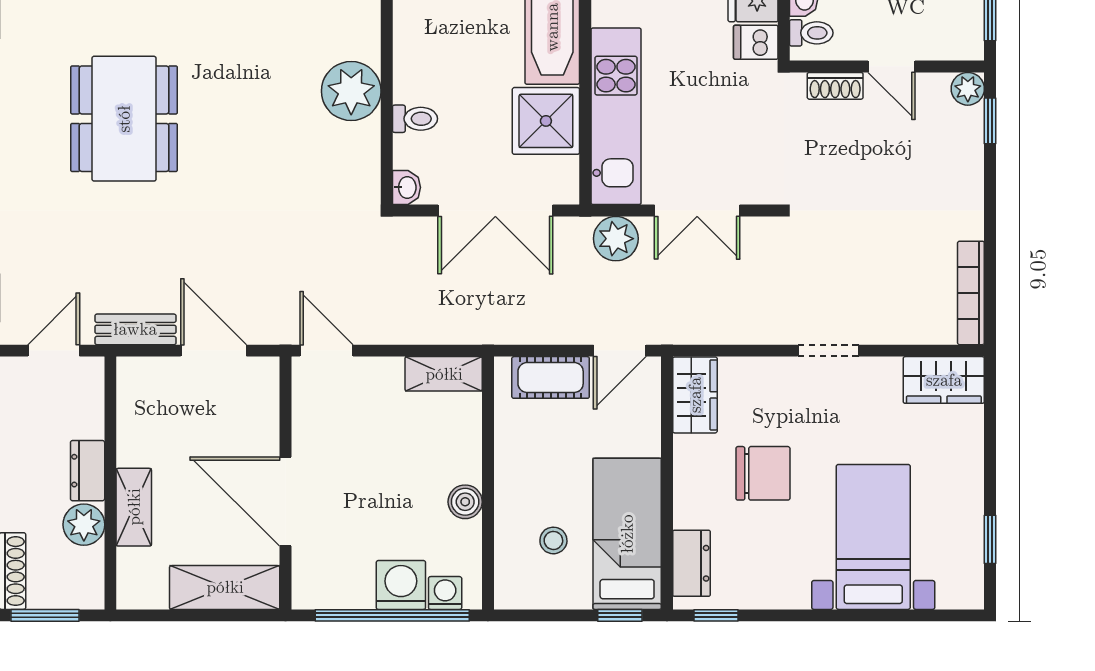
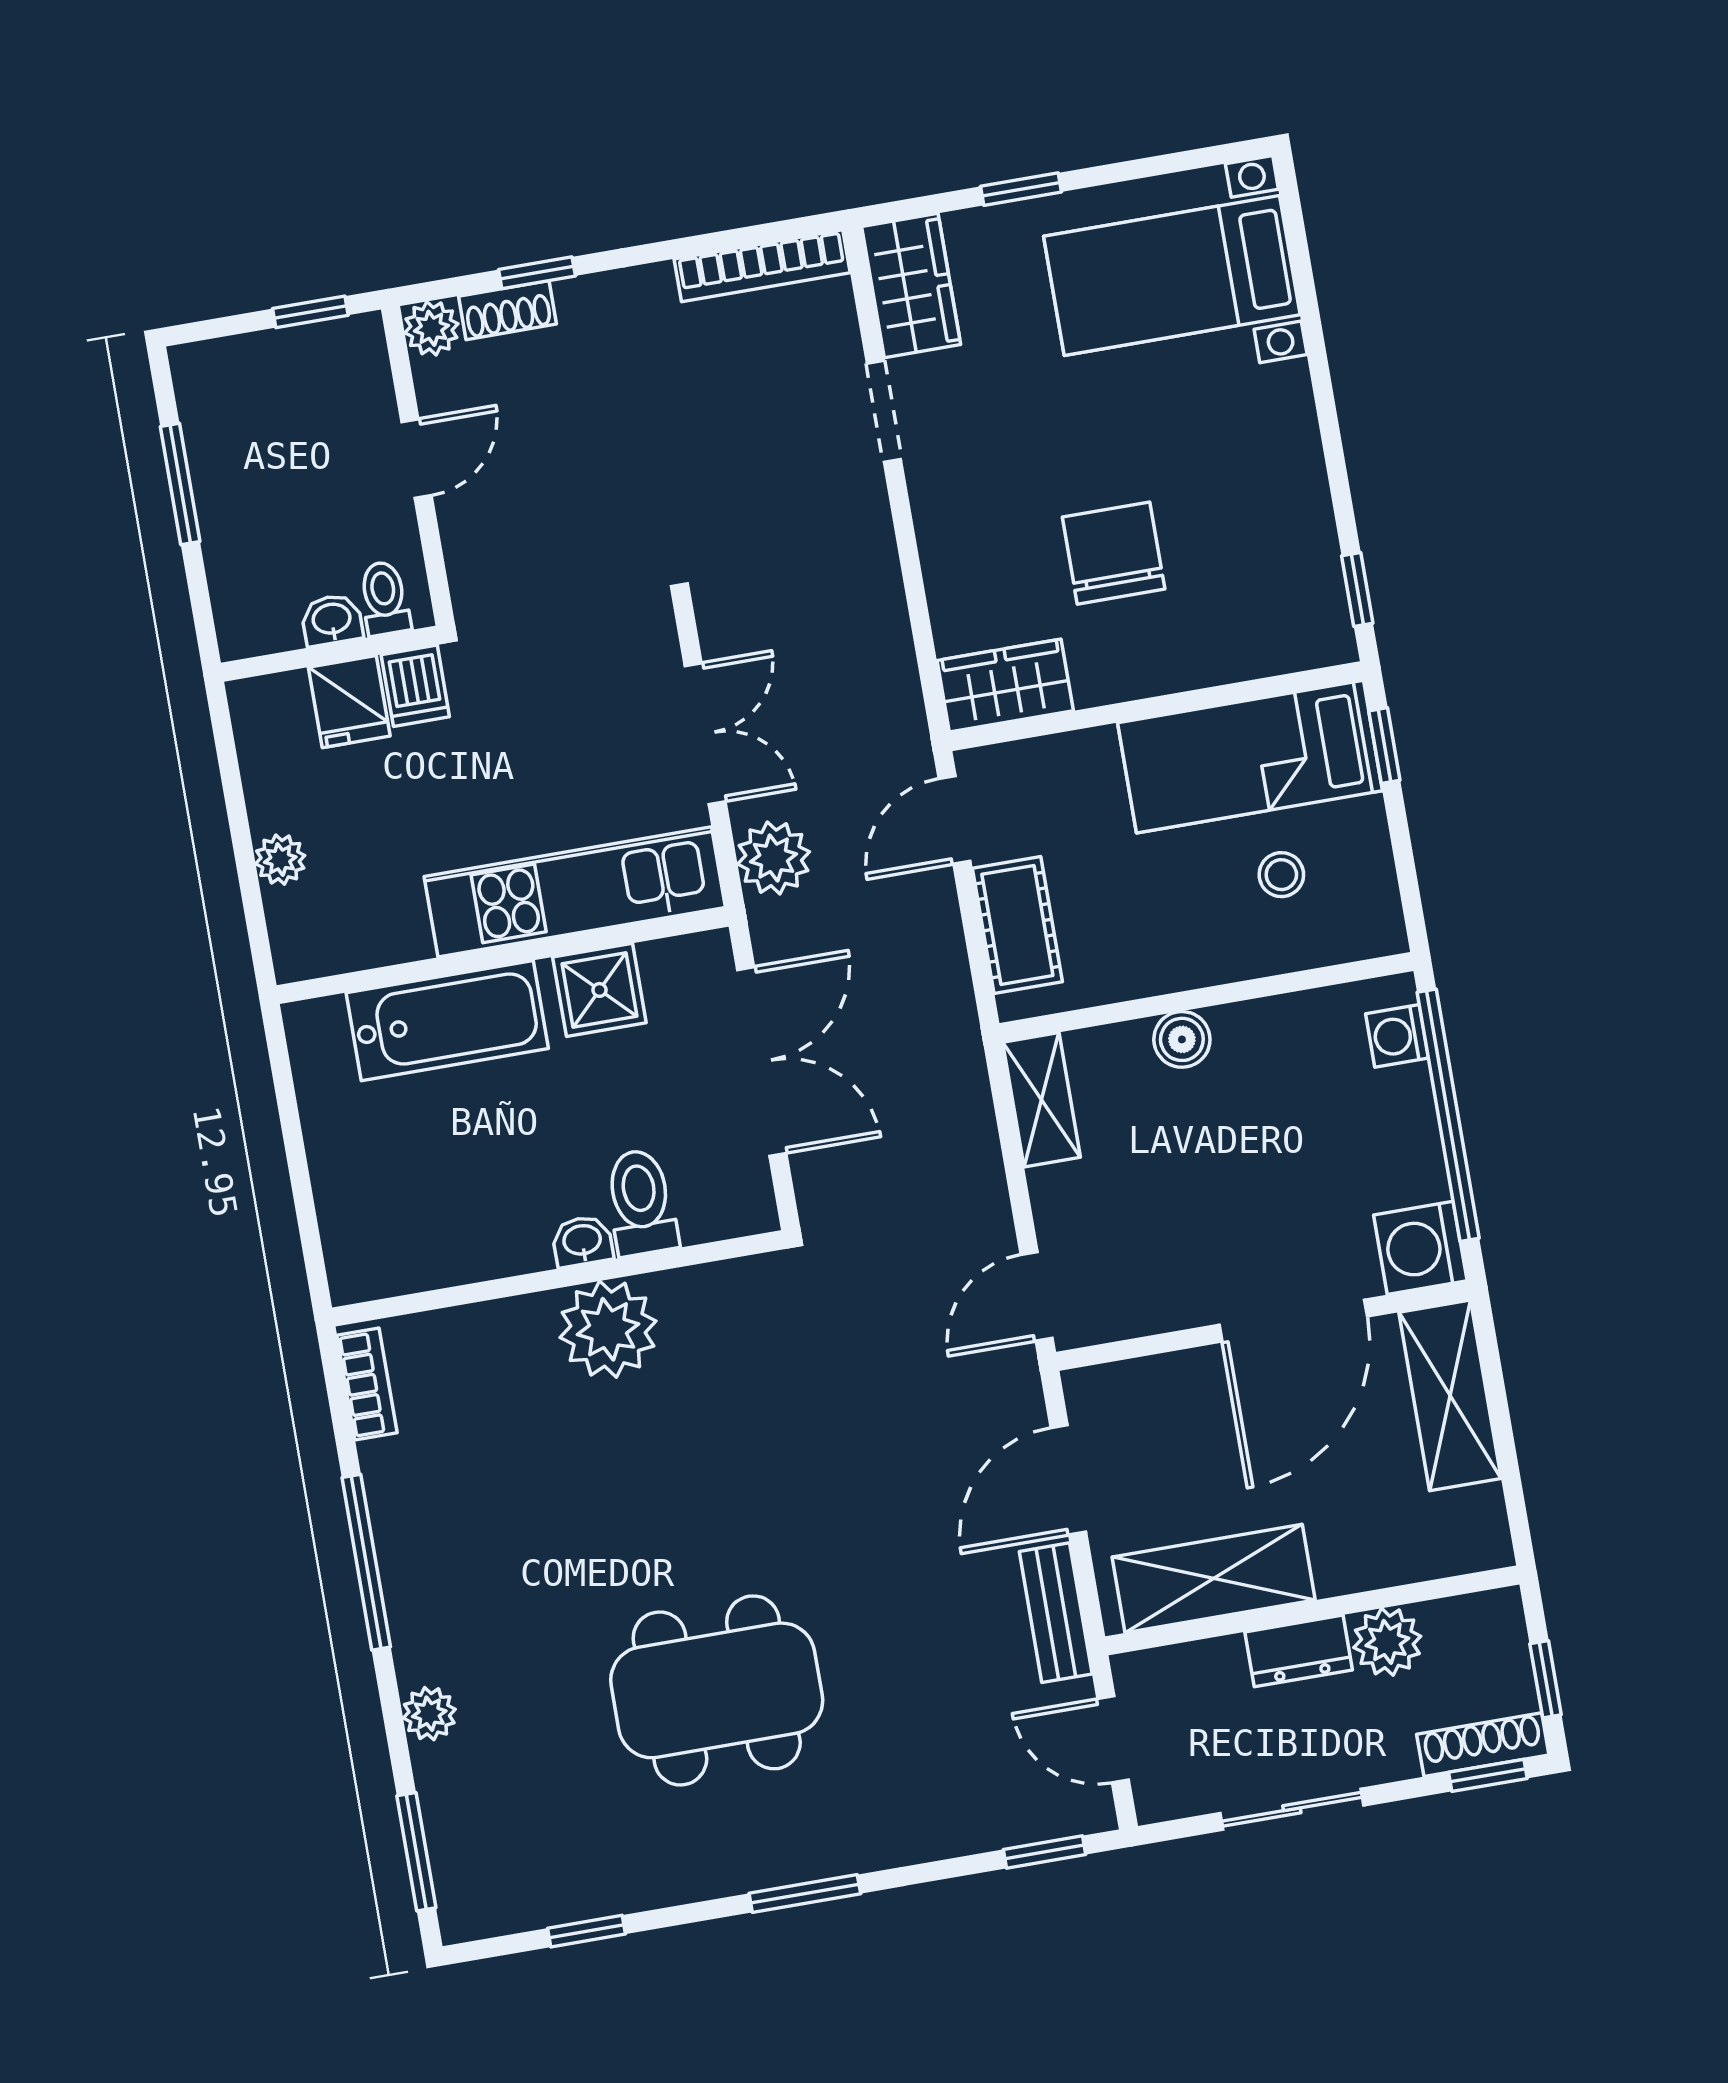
shoe rack: (835, 86) -> (508, 310), moved, turned 90
toilet: (415, 119) -> (641, 1202), width x1.37, depth x1.39
shower: (546, 121) -> (599, 990), width x0.73, depth x0.73
window: (990, 121) -> (537, 273), moved
washbasin: (406, 187) -> (582, 1241), moved
door: (620, 351) -> (954, 820), swing flipped
doorway: (828, 351) -> (884, 411), moved
boiler: (465, 502) -> (1182, 1039), moved
shelving: (134, 507) -> (1214, 1579), moved, width x1.50, depth x1.33
bed with nightstands: (873, 537) -> (1172, 275), moved
window: (990, 539) -> (1021, 189), moved
dresser: (692, 563) -> (1280, 644), removed
washing machine: (401, 585) -> (1420, 1248), moved
window: (45, 615) -> (1546, 1679), width x0.67

